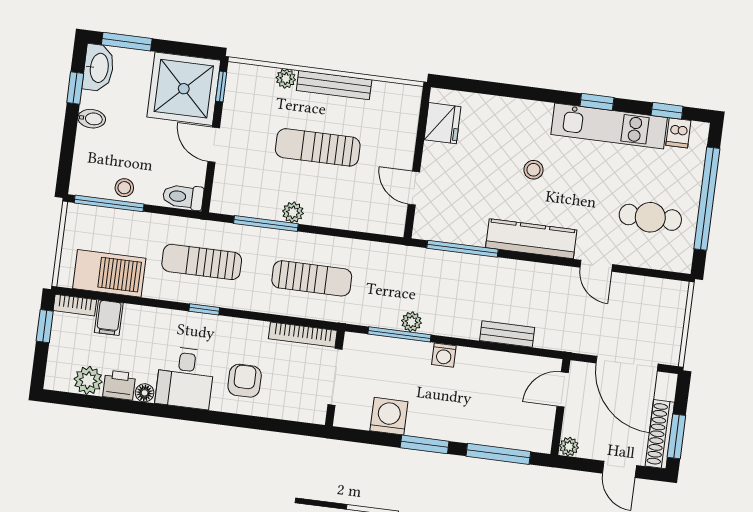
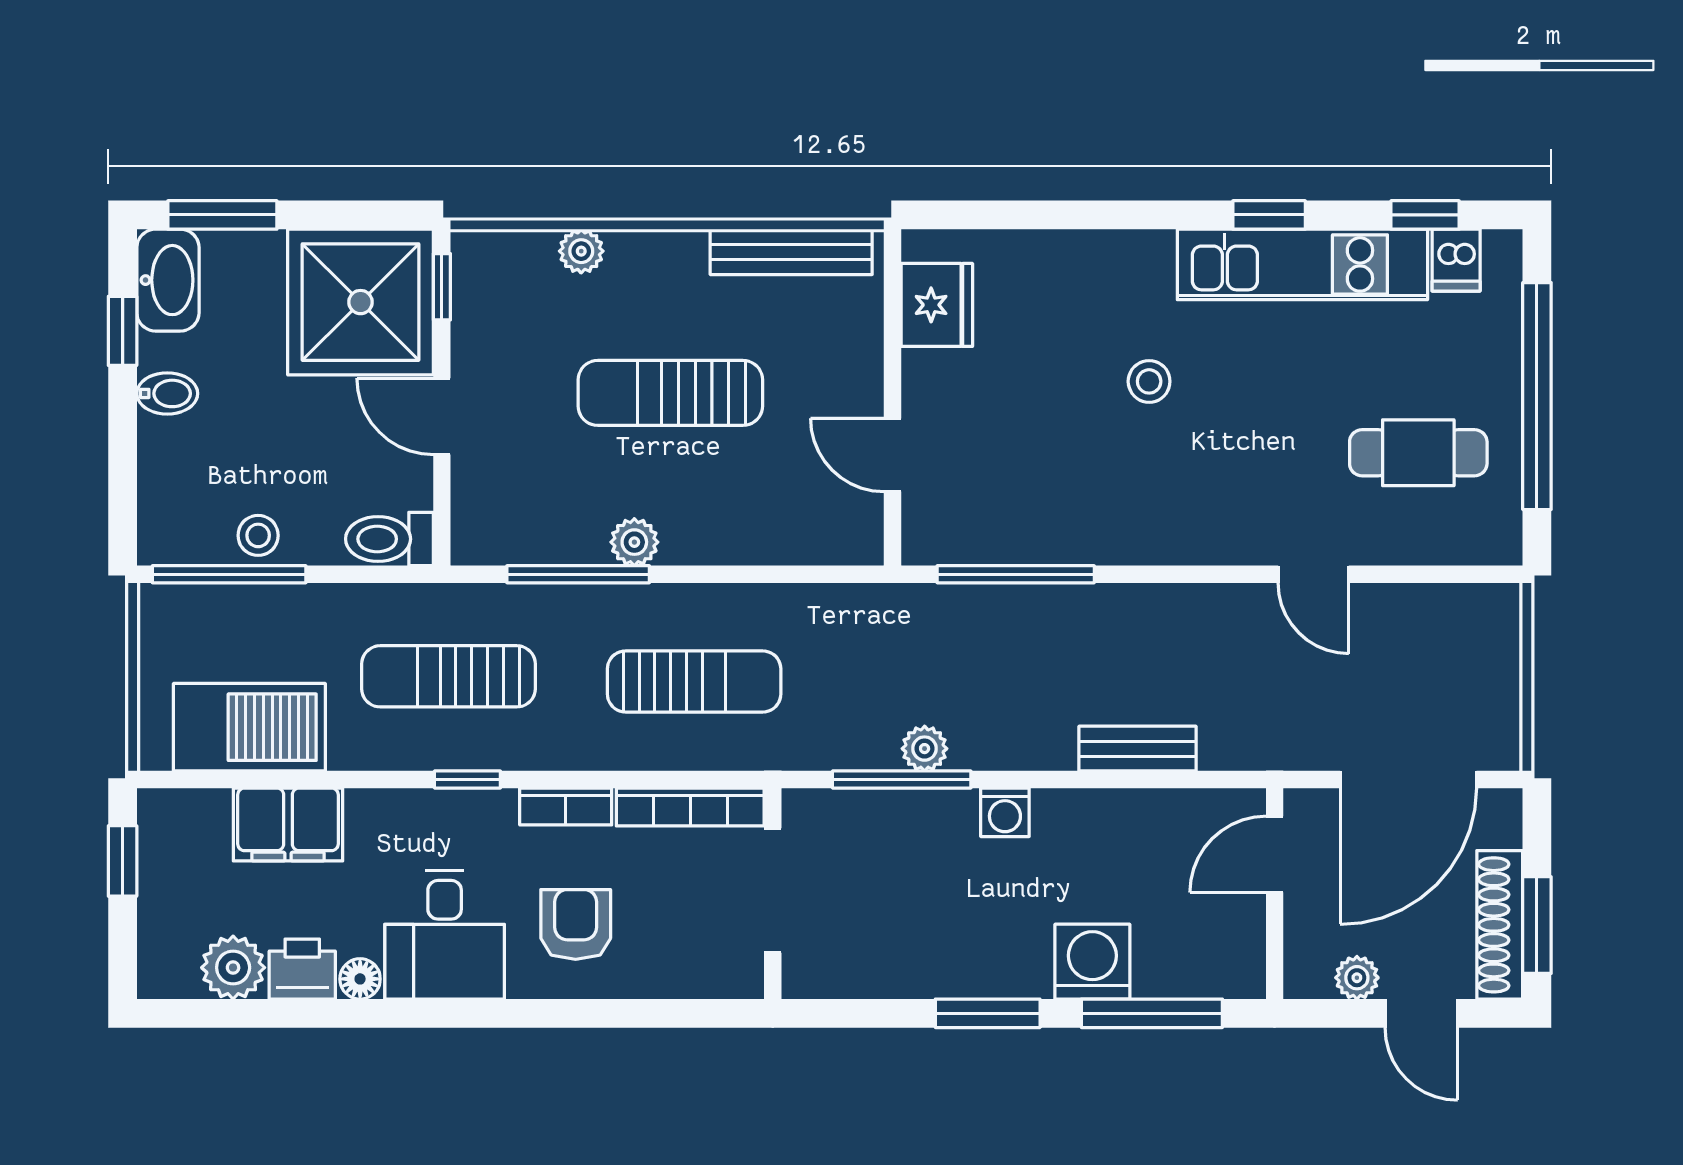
bench: (334, 85) -> (791, 252), moved
kitchen counter: (531, 239) -> (1164, 533), removed
bookcase: (75, 305) -> (566, 806), moved
filing cabinet: (109, 318) -> (288, 825), width x2.00
door: (627, 364) -> (1408, 780), hinge flipped
washing machine: (389, 416) -> (1092, 962), moved
plant: (569, 447) -> (1357, 978), moved

